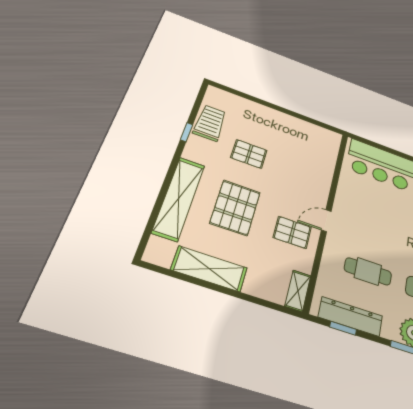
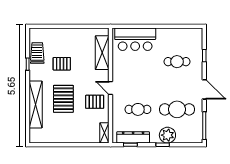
door: (326, 221) -> (111, 88), hinge flipped
shelving: (209, 269) -> (102, 53), moved, turned 90

